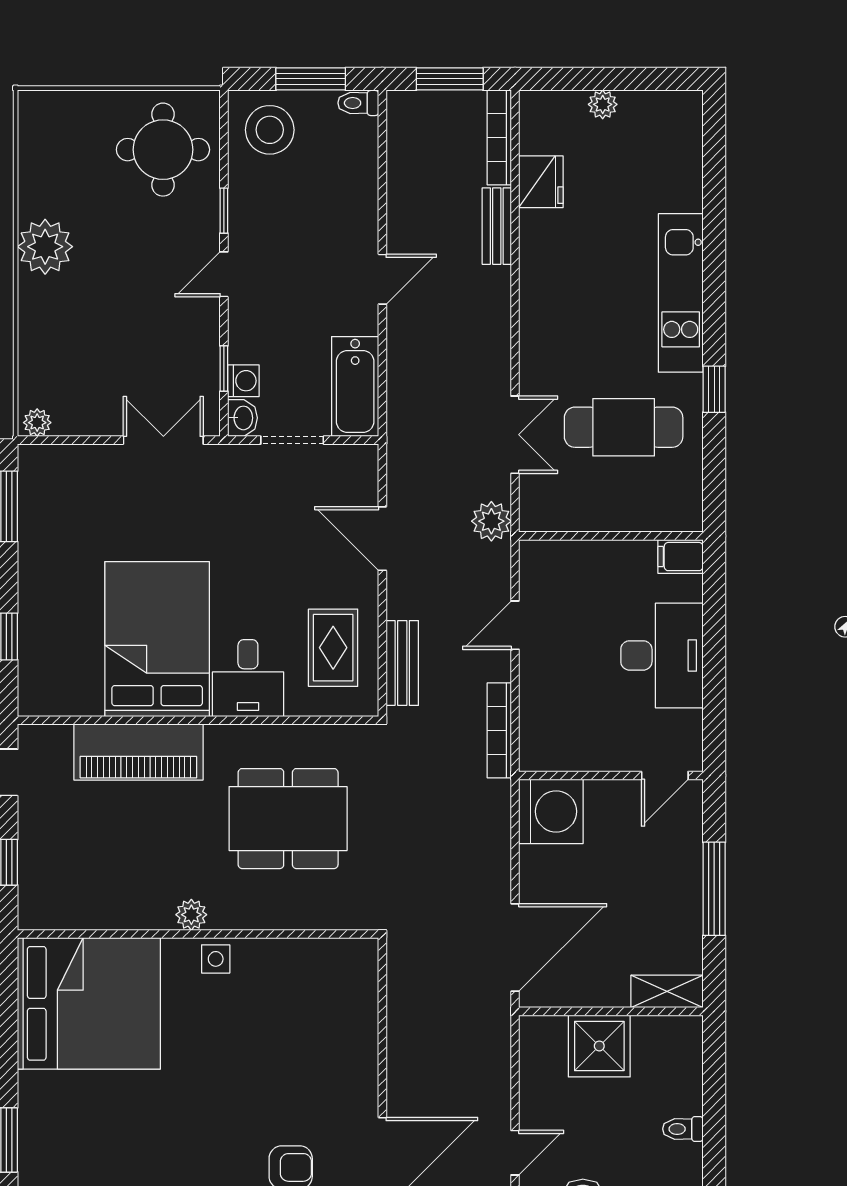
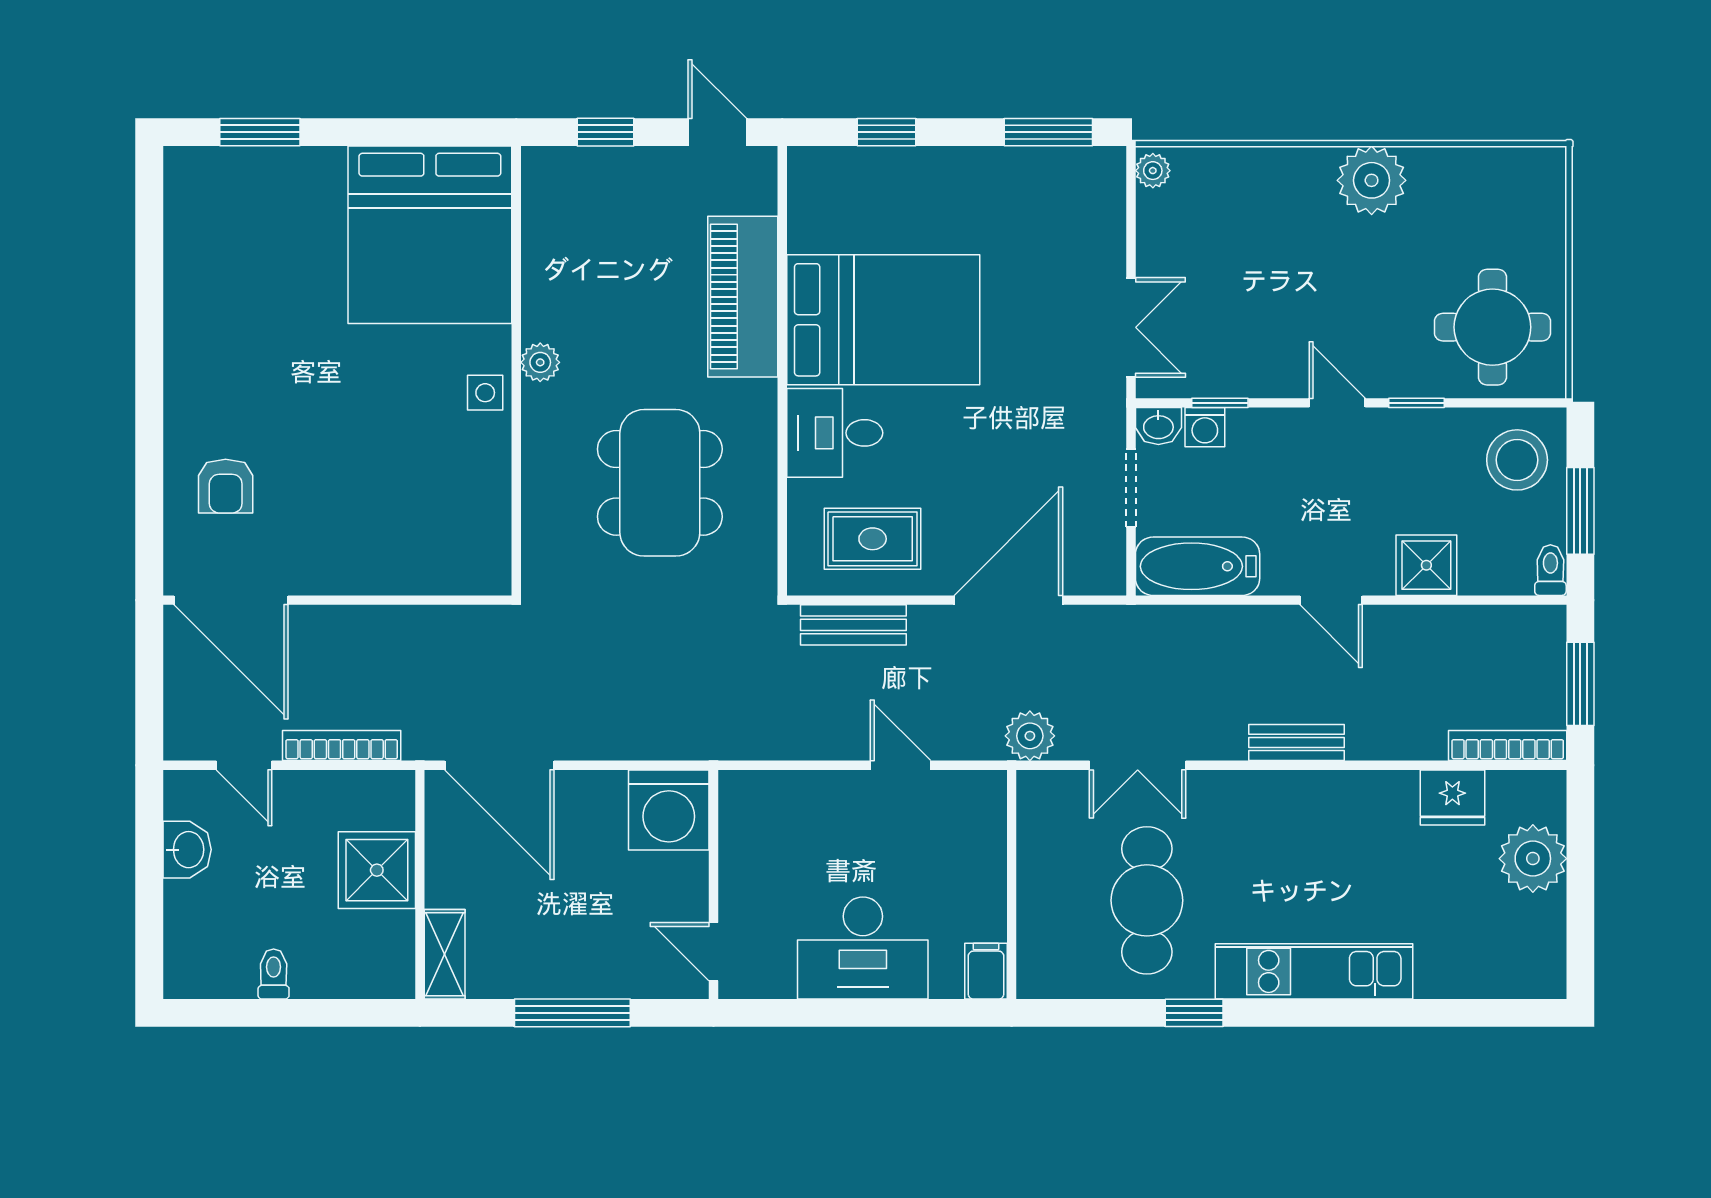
plant: (603, 104) -> (1533, 859), width x1.87, depth x1.87
shower: (354, 203) -> (1426, 565), added
bench: (497, 226) -> (1297, 742), moved
door: (382, 539) -> (1008, 600), width x1.36
bookcase: (499, 730) -> (342, 746), moved

